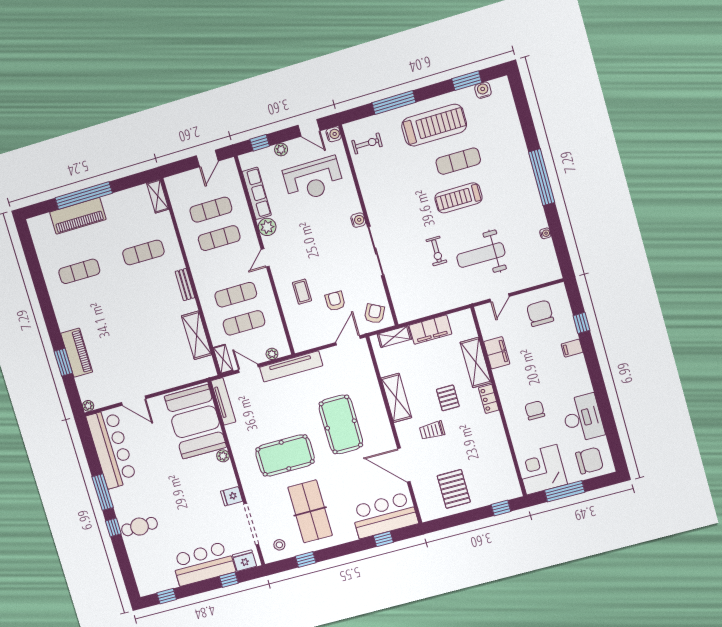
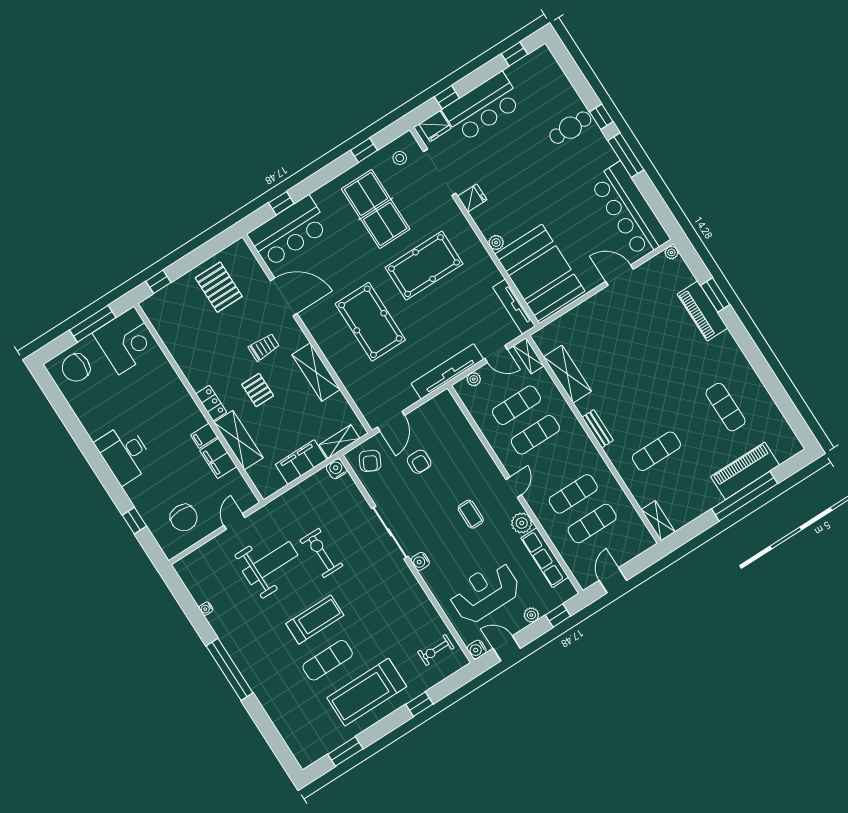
water cooler: (483, 90) -> (336, 469), moved, turned 180
window: (394, 103) -> (419, 704), width x0.46
exercise bike: (436, 251) -> (321, 553), width x1.38, depth x1.39
exercise mat: (79, 271) -> (726, 407), turned 90
coffee table: (302, 292) -> (471, 514), moved
filing cabinet: (572, 348) -> (204, 436), moved, turned 180
chair: (535, 410) -> (155, 406), removed
desk: (583, 418) -> (125, 454), moved

